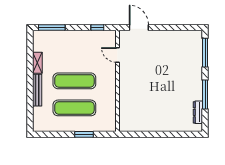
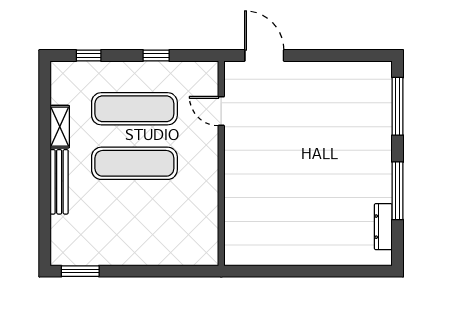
window: (52, 27) -> (89, 55), width x0.46
window: (97, 27) -> (156, 55), moved
exercise mat: (74, 108) -> (134, 109), moved
window: (84, 134) -> (80, 271), moved

